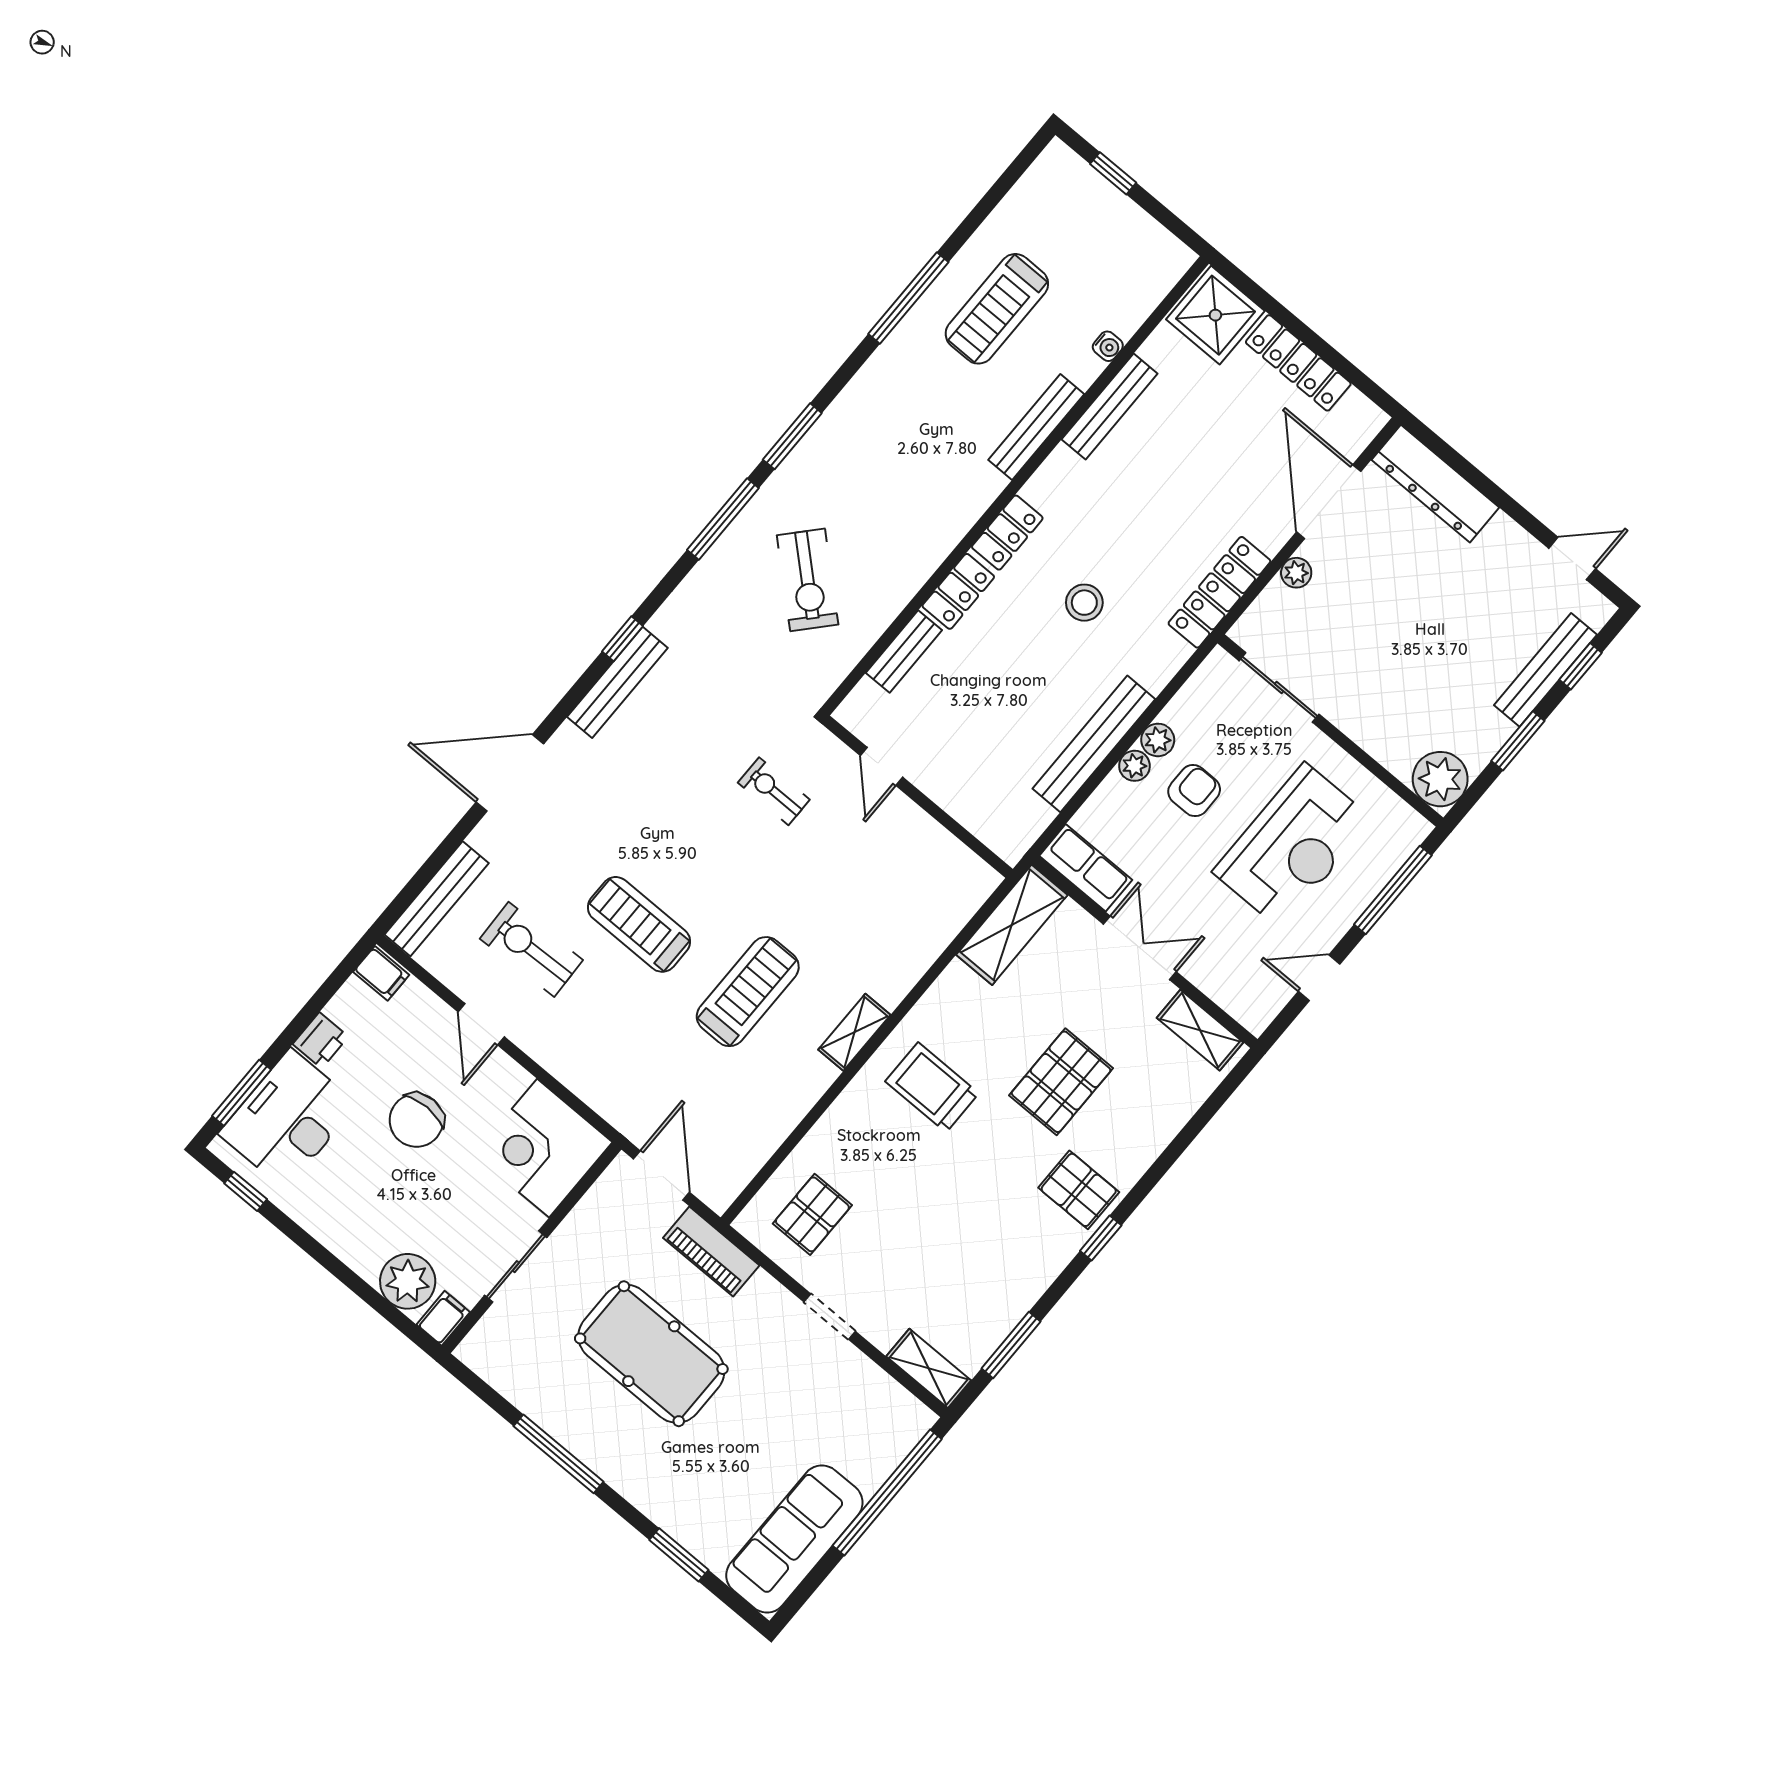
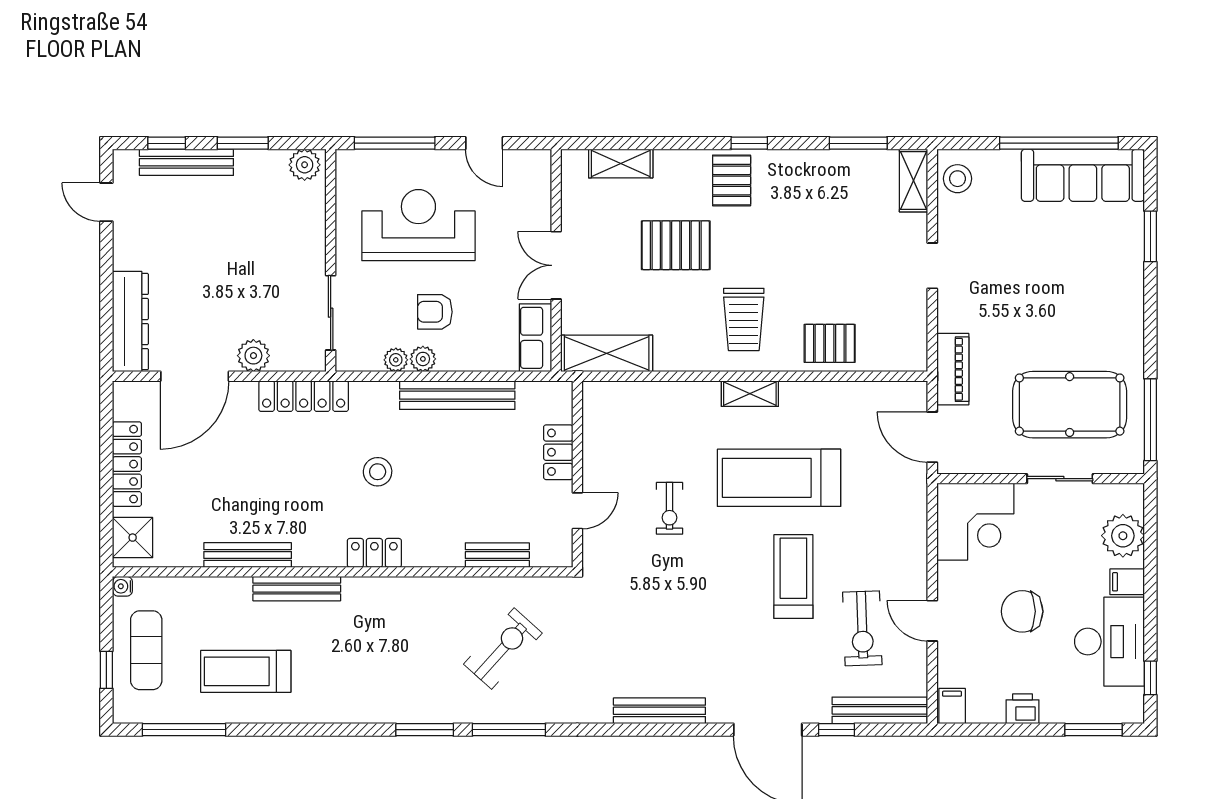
exercise mat: (1100, 229) -> (146, 650), added
window: (908, 298) -> (184, 730), moved
treadmill: (997, 309) -> (246, 671), turned 180
shower: (1215, 315) -> (133, 538), width x0.73, depth x0.73
water cooler: (1108, 346) -> (122, 586), moved, turned -90
plant: (1296, 573) -> (253, 356), width x1.38, depth x1.38
locker: (958, 591) -> (558, 452), moved, turned -90
window: (622, 639) -> (836, 730), moved
plant: (1134, 766) -> (396, 360), moved
plant: (1440, 779) -> (305, 165), width x0.73, depth x0.73
exercise bike: (774, 791) -> (670, 508), moved
treadmill: (639, 924) -> (793, 577), turned 180
treadmill: (748, 992) -> (779, 478), width x1.37, depth x1.38
door: (481, 1024) -> (932, 621), swing flipped
shelving: (1200, 1030) -> (621, 164), moved, turned 90
desk: (288, 1119) -> (1109, 642), moved, turned -90
chair: (416, 1120) -> (1022, 611), turned 180
door: (661, 1175) -> (932, 437), hinge flipped
pallet: (812, 1214) -> (830, 343), moved
filing cabinet: (443, 1318) -> (1127, 582), moved
pool table: (651, 1354) -> (1070, 405), moved, turned 90
stool: (894, 1413) -> (957, 179), added
window: (558, 1454) -> (1150, 420), moved
window: (887, 1492) -> (1059, 143), moved

